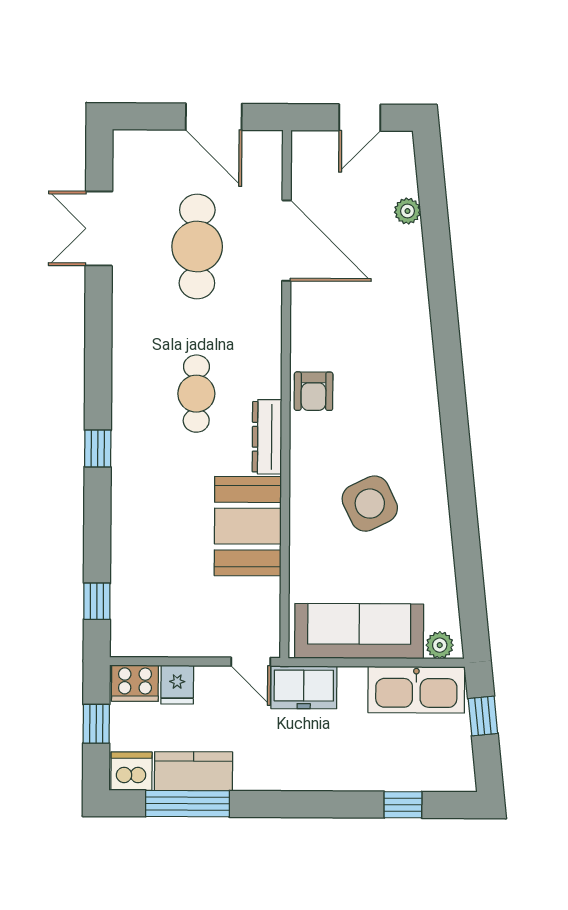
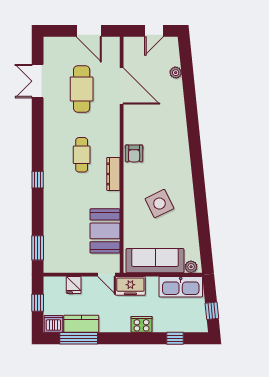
booth: (248, 526) -> (105, 231), moved
window: (97, 601) -> (38, 248), width x1.50
cooker: (135, 683) -> (142, 324), moved, turned 180
window: (483, 716) -> (212, 311), moved

